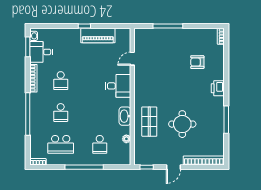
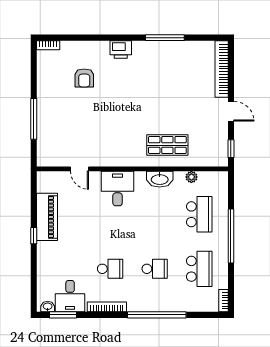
round table: (182, 124) -> (171, 99), removed
school desk: (100, 144) -> (199, 214), width x1.85

